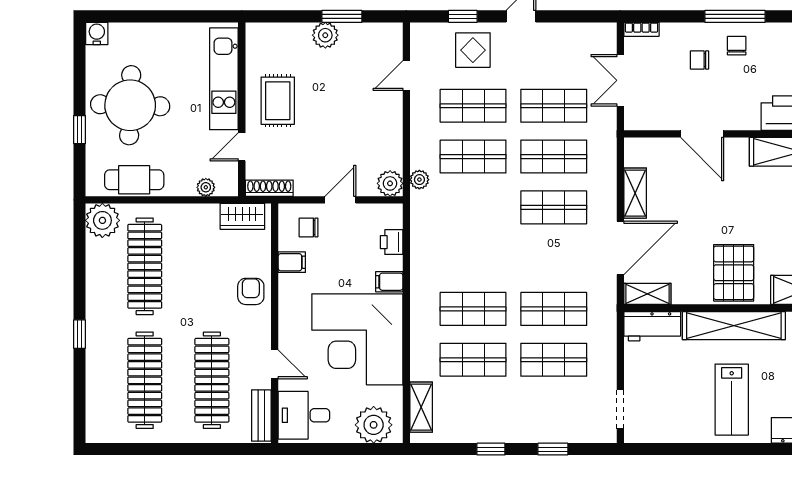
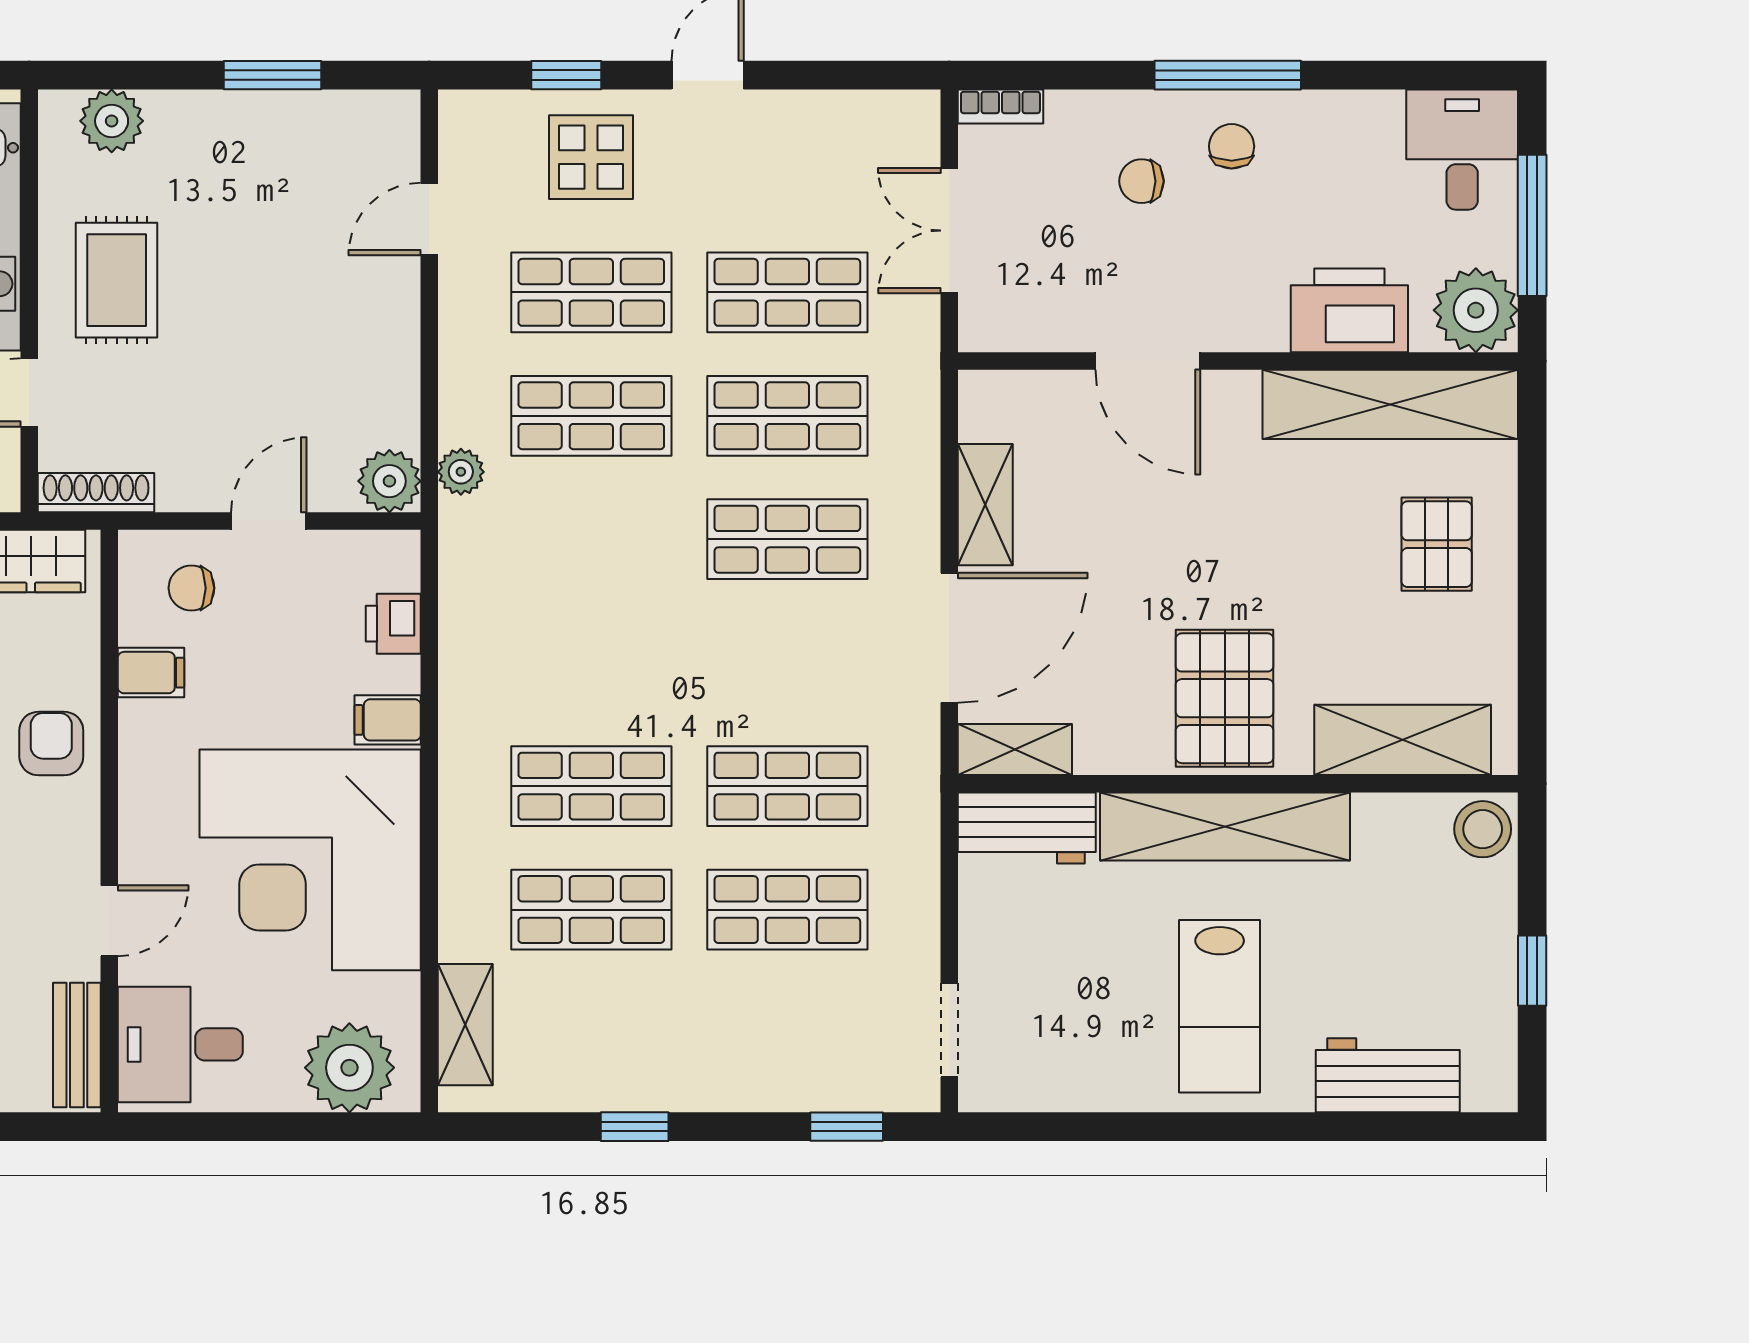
plant: (325, 35) -> (112, 121), moved
door: (275, 364) -> (109, 921), hinge flipped
window: (553, 449) -> (847, 1127), moved

